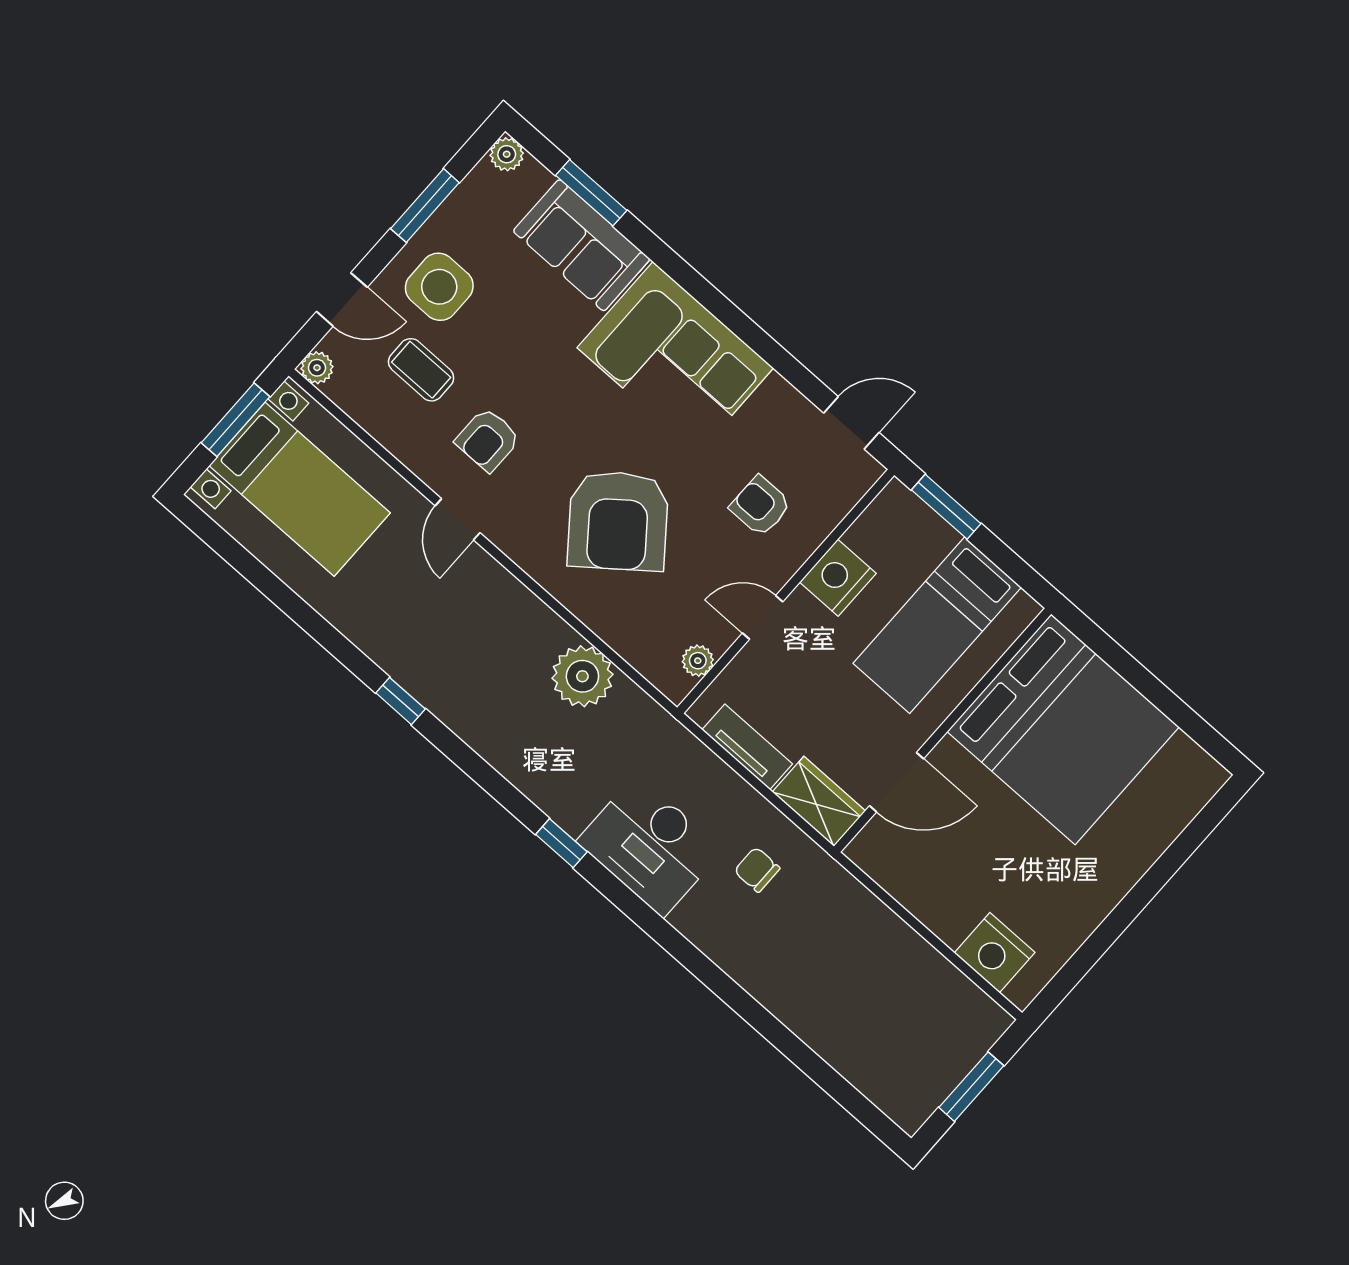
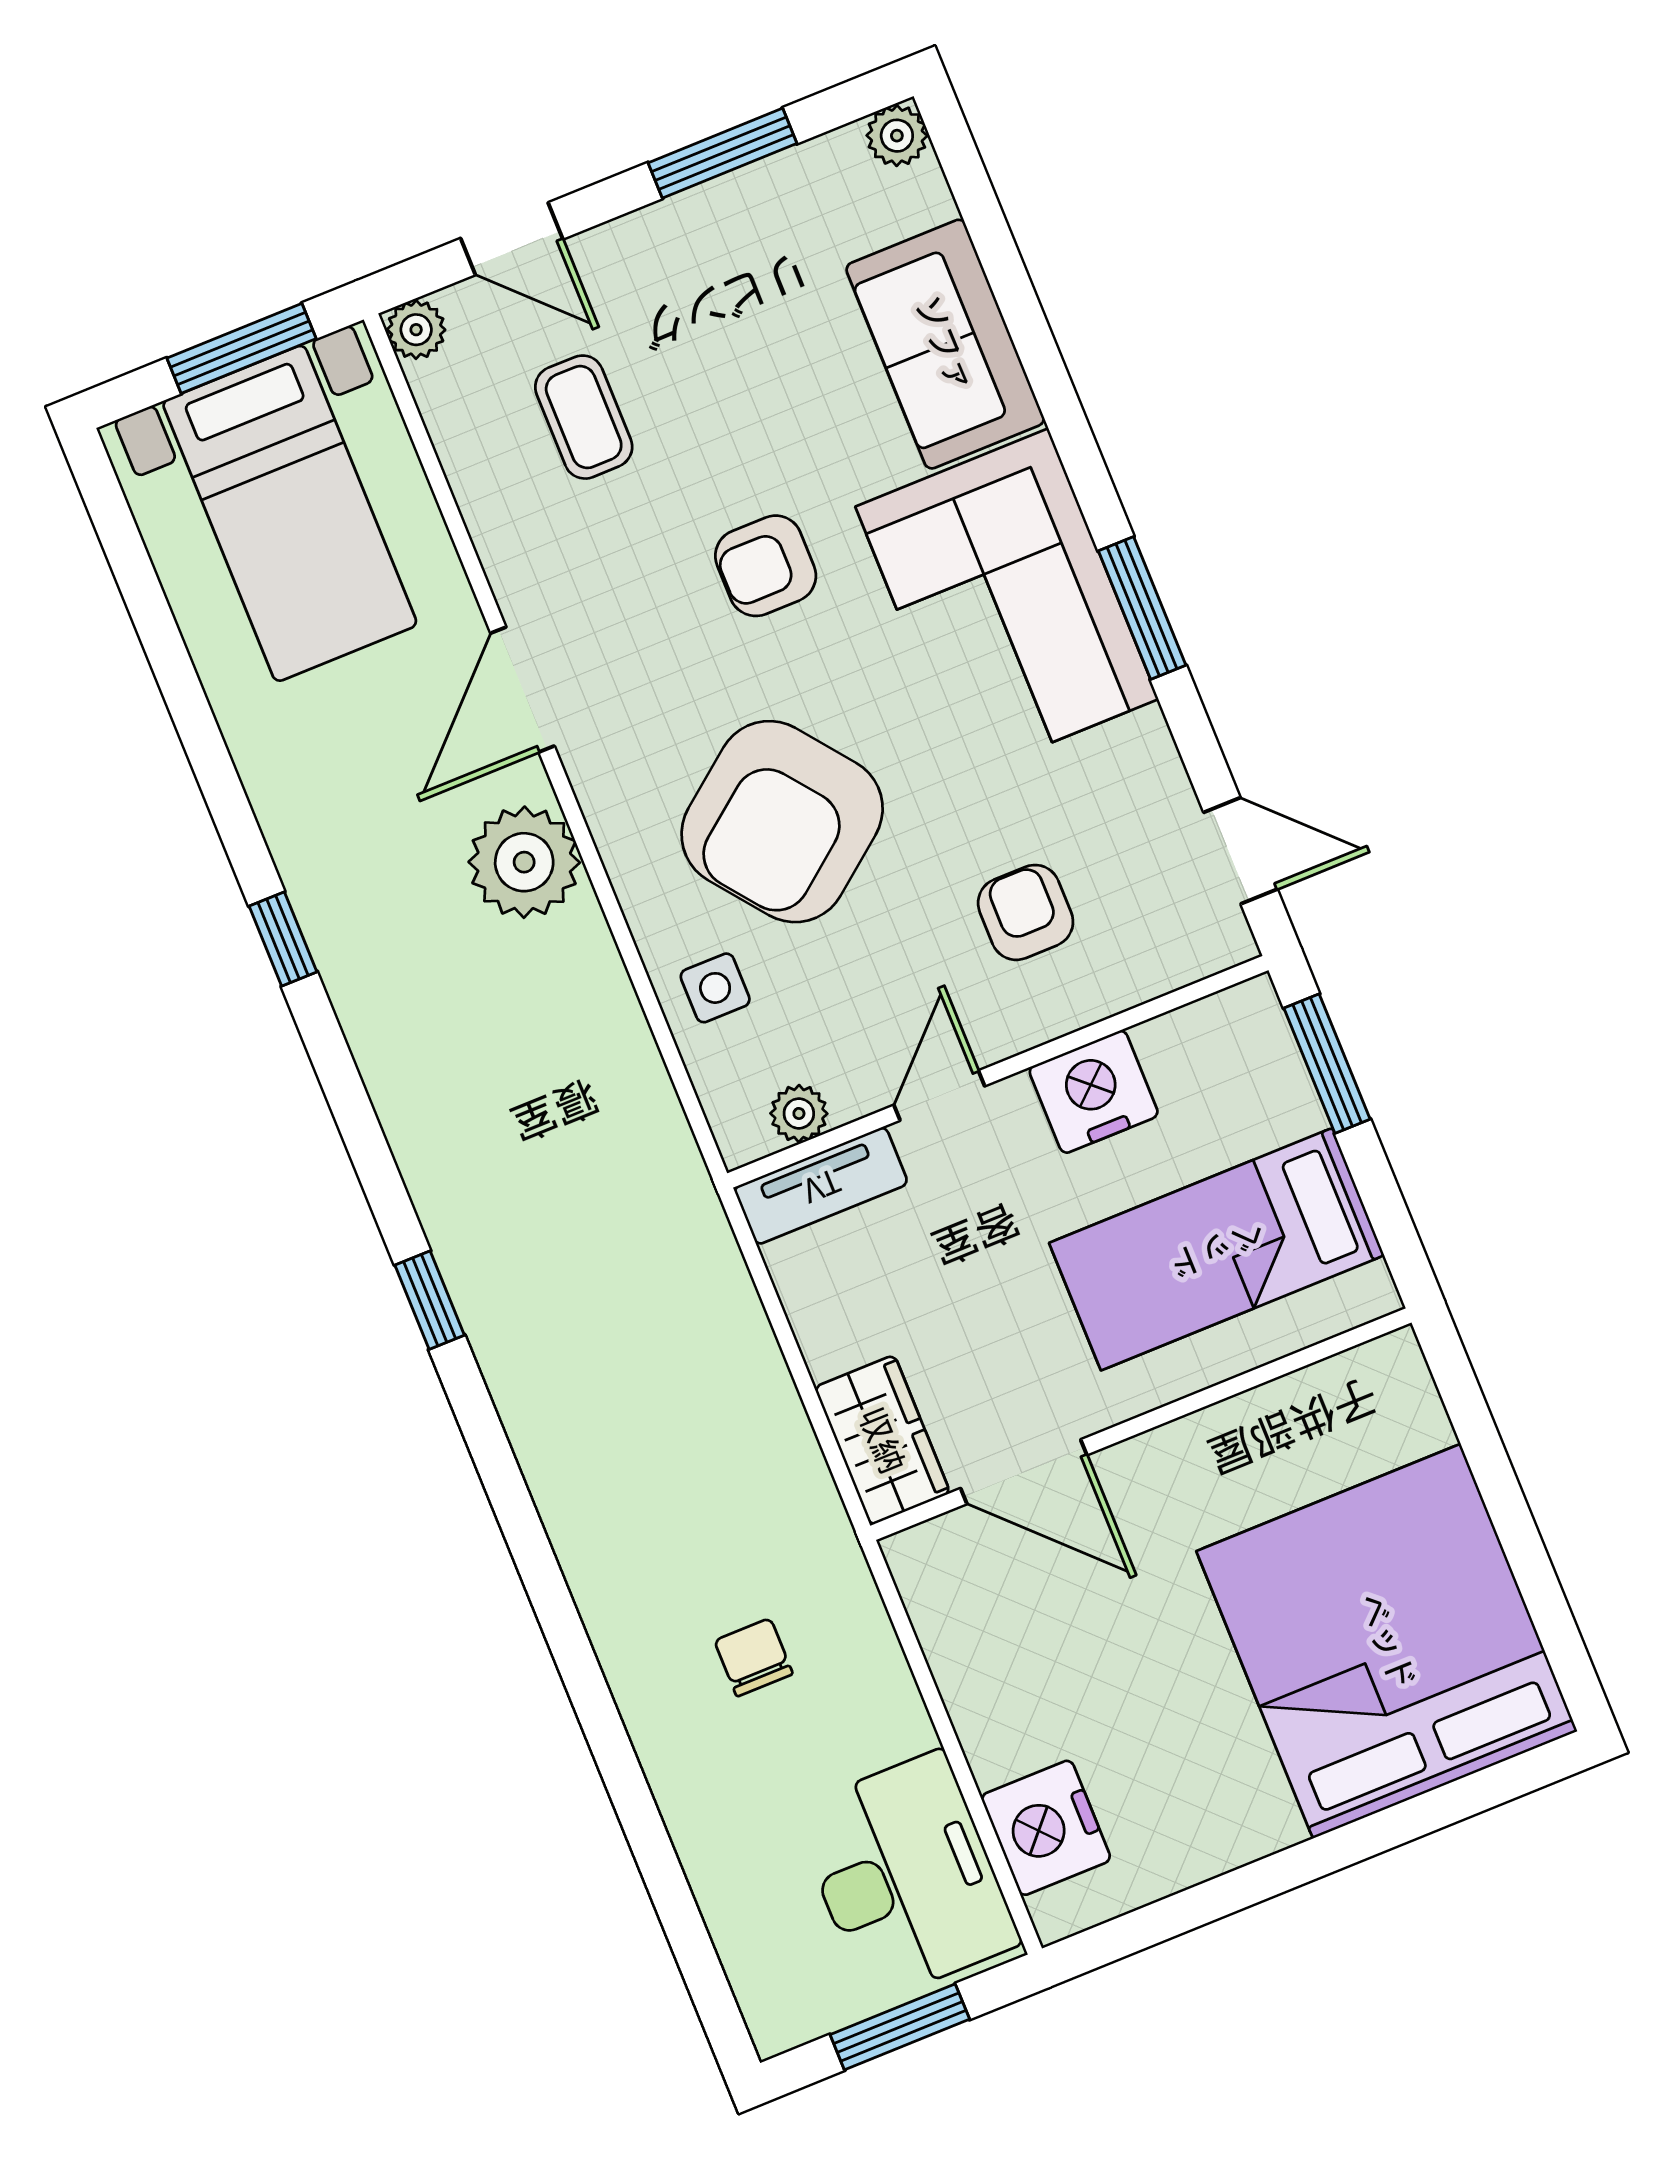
window: (591, 193) -> (1142, 608), moved
side table: (439, 287) -> (715, 988), moved, width x0.54, depth x0.54
armchair: (488, 440) -> (766, 566), moved
door: (458, 519) -> (522, 690), width x1.37
door: (763, 617) -> (939, 1096), hinge flipped
plant: (582, 676) -> (524, 862), moved
bed: (1063, 729) -> (1387, 1641), moved, turned 180
tv unit: (747, 747) -> (821, 1186), moved, turned 90
desk: (650, 846) -> (906, 1877), moved, turned 180
chair: (757, 870) -> (754, 1657), moved

